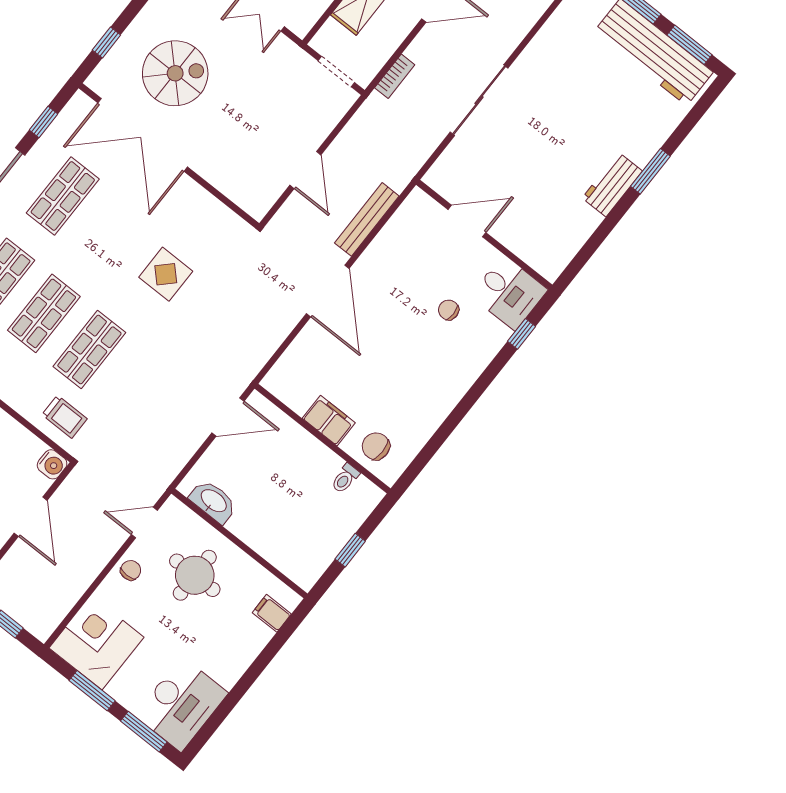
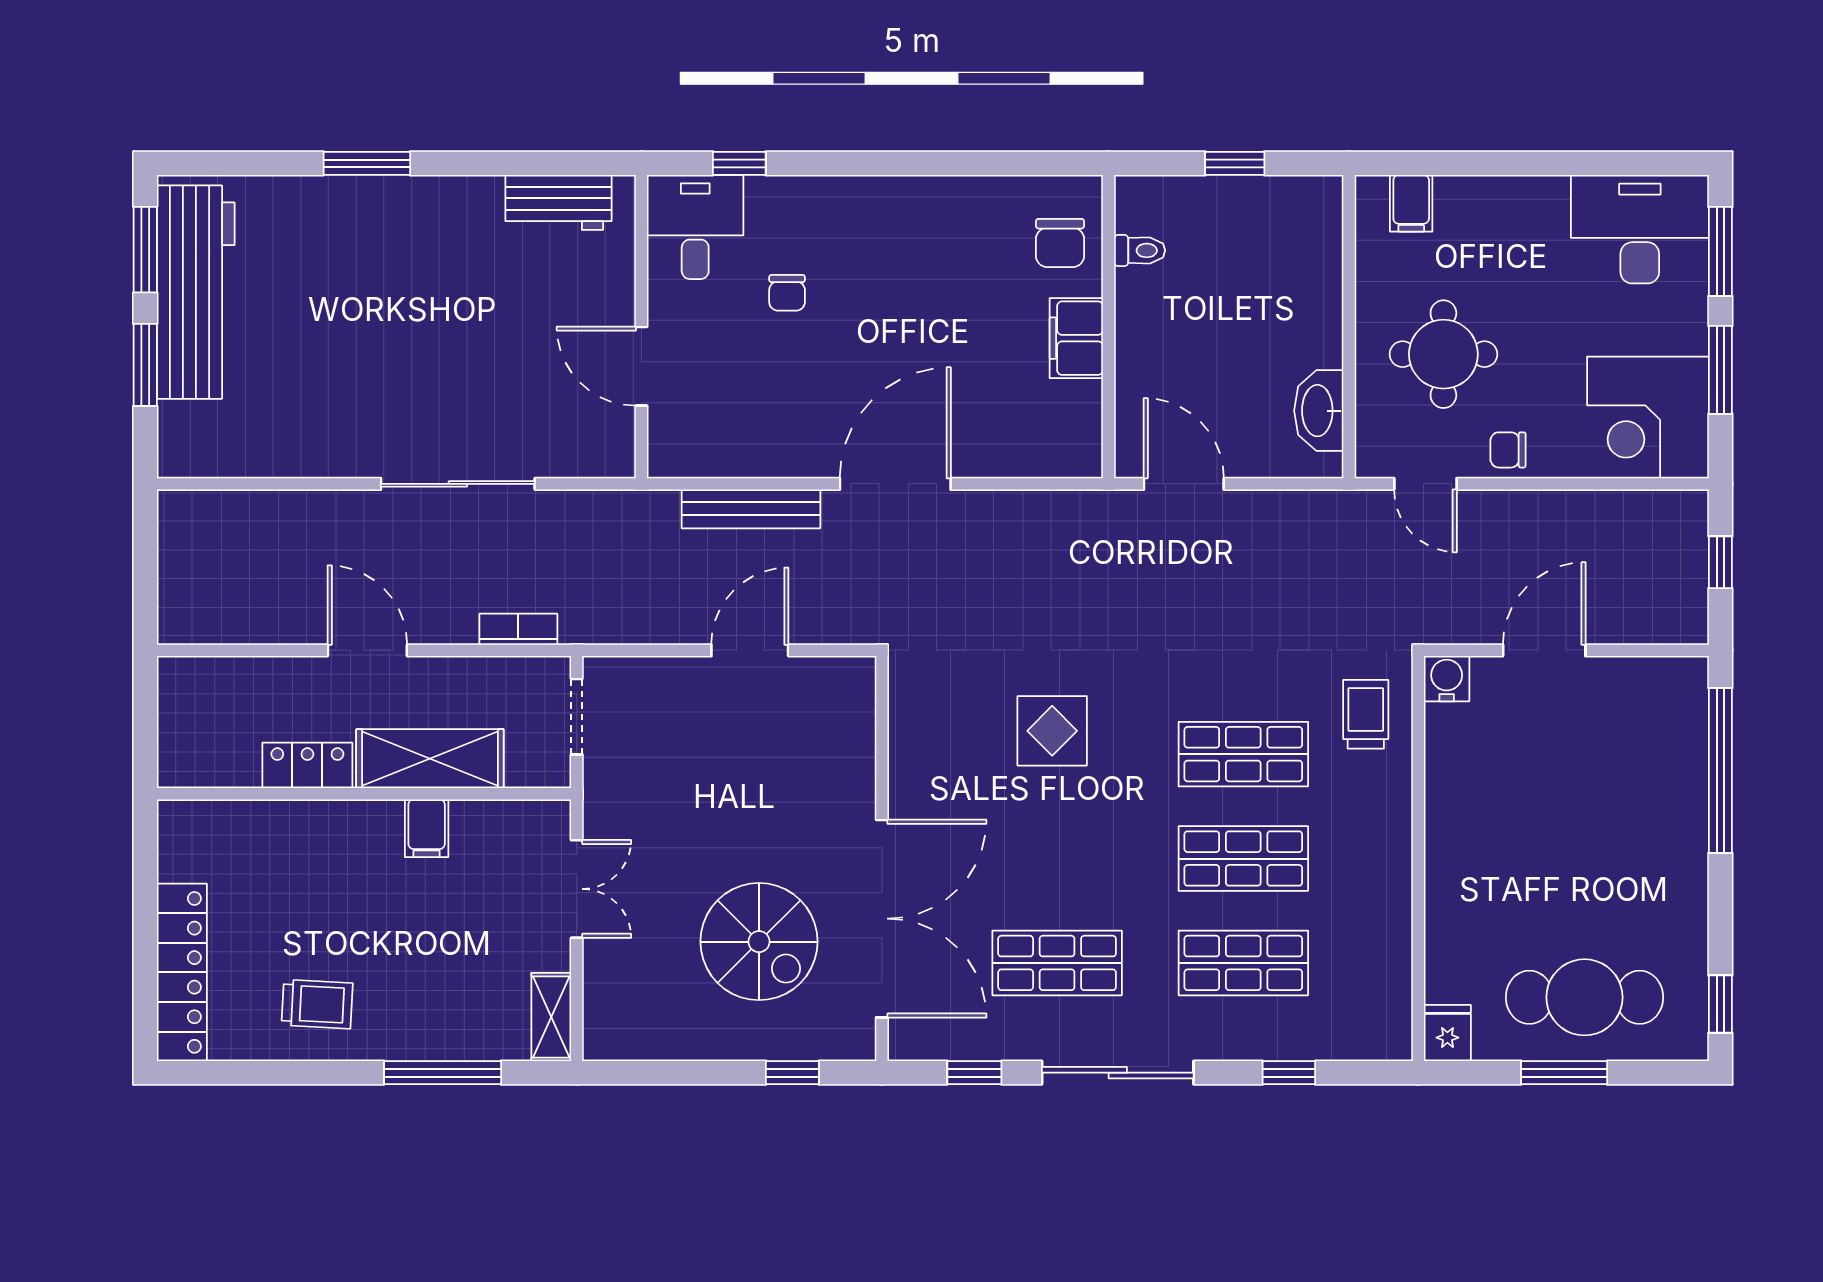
spiral stairs: (175, 73) -> (759, 942), turned 180
workbench: (612, 184) -> (558, 202), moved

